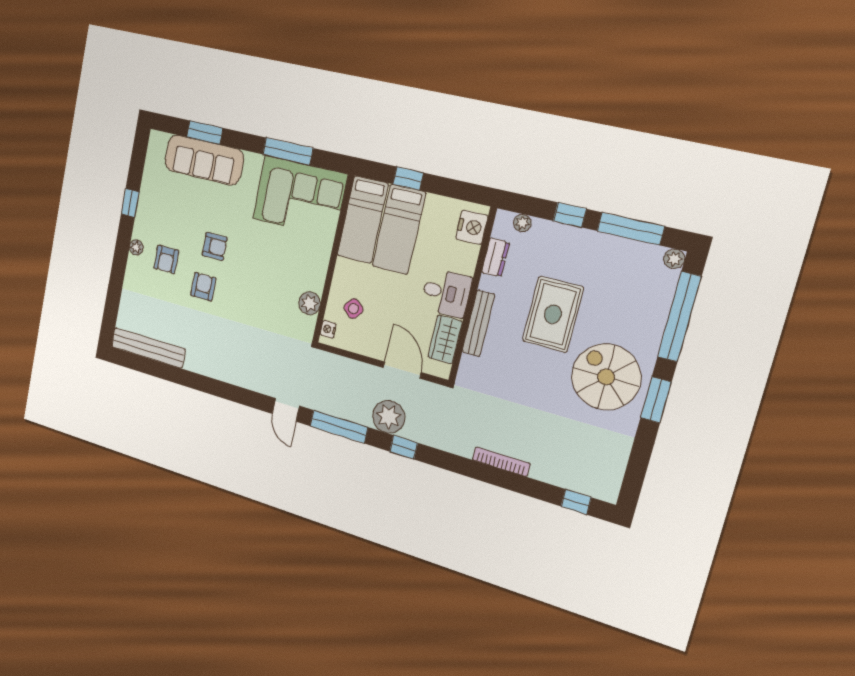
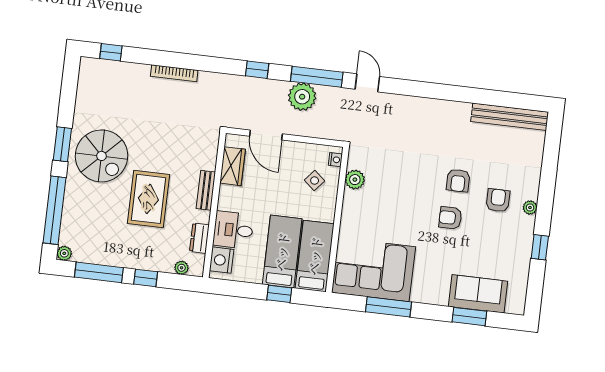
sofa: (204, 160) -> (478, 294), width x0.73
desk: (446, 293) -> (233, 230), moved
bench: (478, 323) -> (206, 190), width x0.73
plant: (389, 417) -> (302, 97), moved

